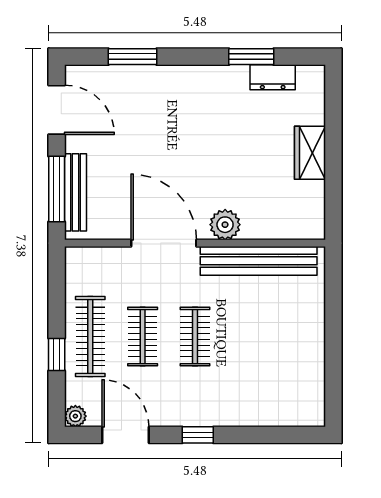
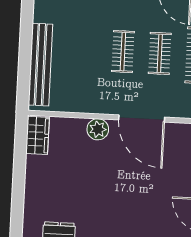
wardrobe: (310, 153) -> (37, 135), moved
bench: (259, 261) -> (40, 65), moved, turned 90

